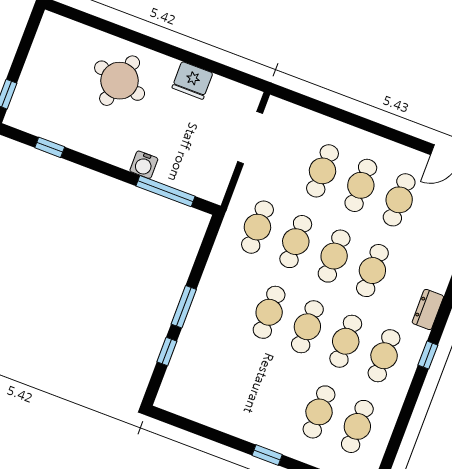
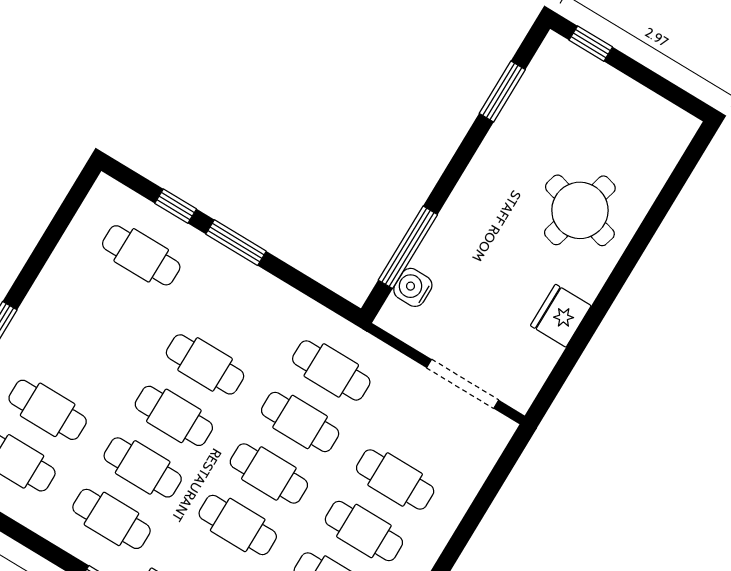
window: (50, 147) -> (502, 92), width x1.50
water cooler: (144, 165) -> (413, 287), moved
cafe table: (204, 368) -> (141, 255), added

